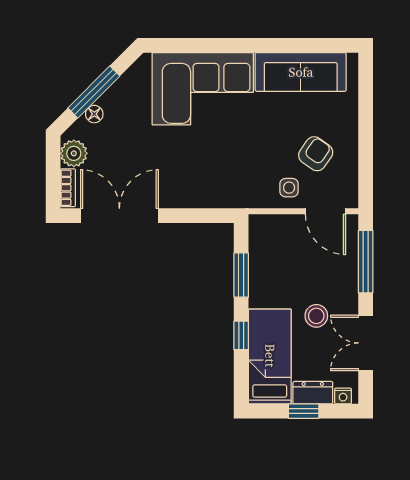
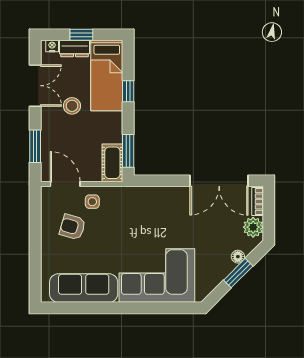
window: (94, 92) -> (238, 273), width x0.69
armchair: (316, 154) -> (72, 227), turned 71
cot: (262, 240) -> (112, 163), added
window: (366, 262) -> (35, 146), width x0.69
window: (241, 275) -> (128, 151), moved

